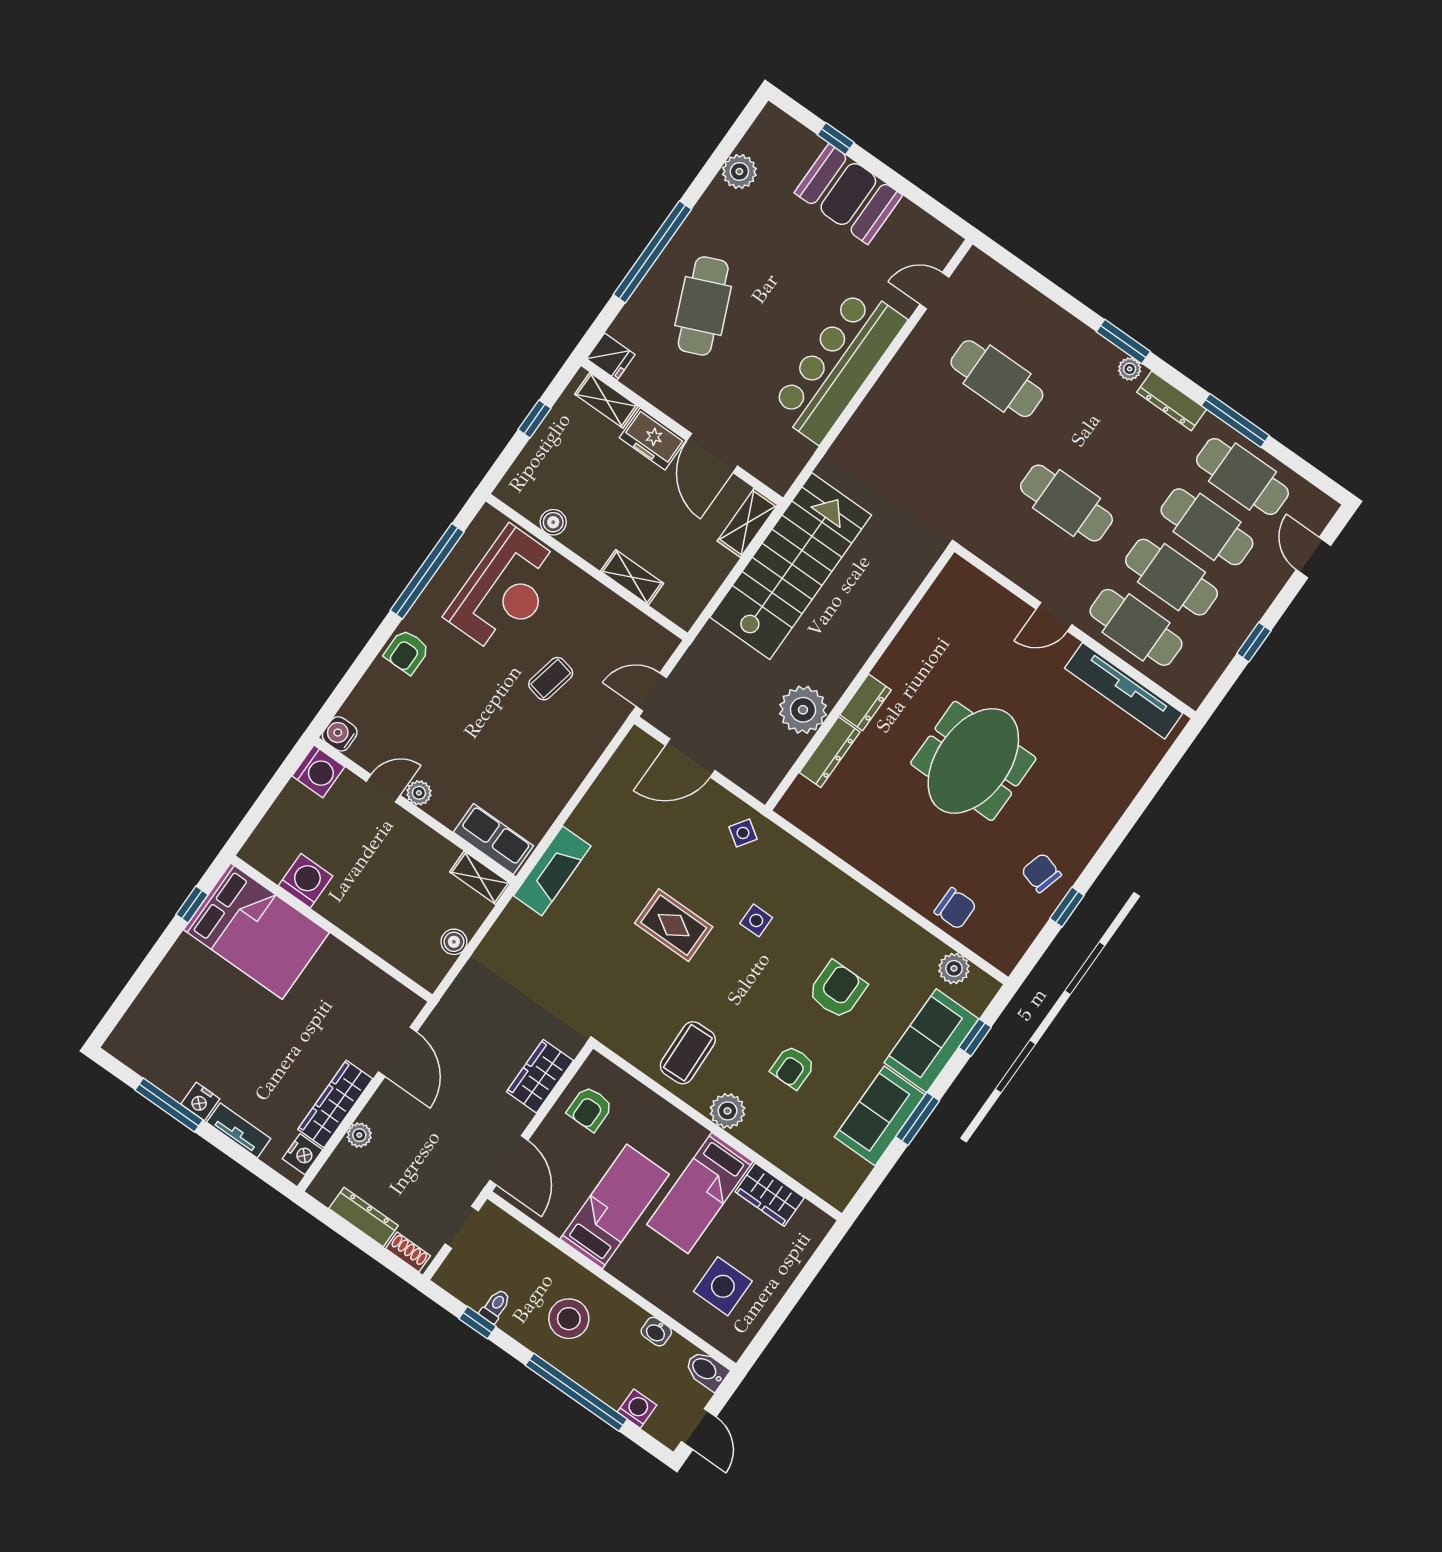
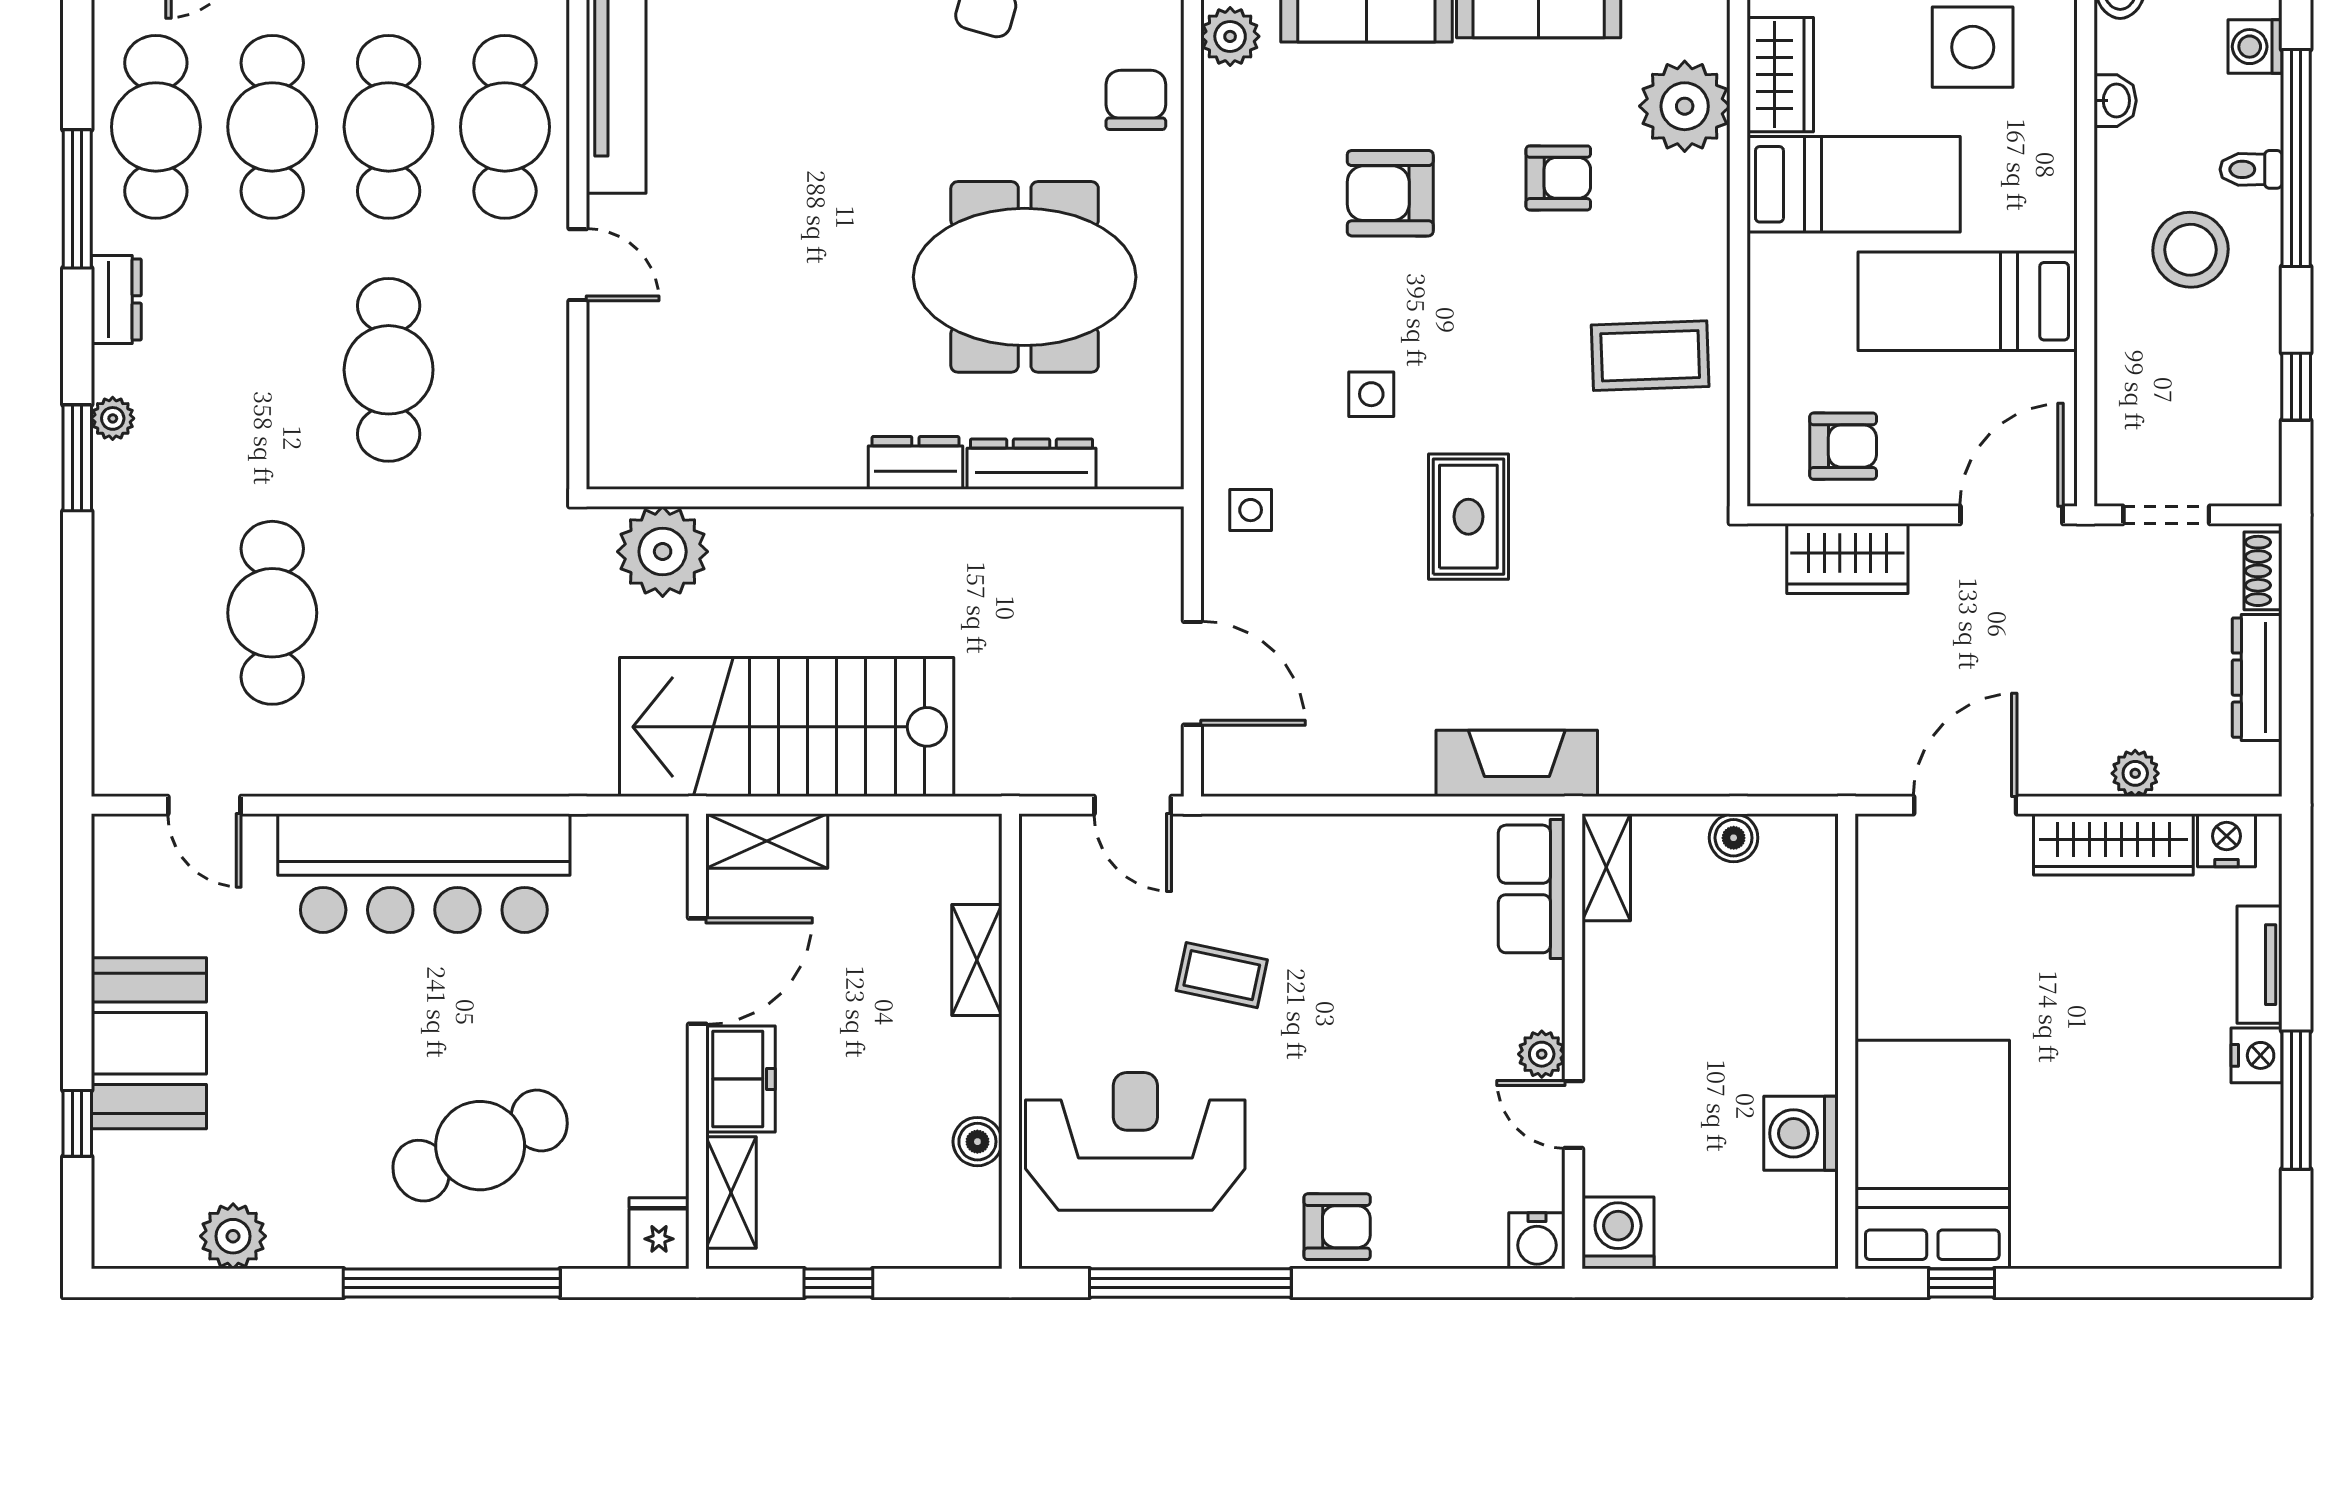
dresser: (1172, 401) -> (116, 299), width x0.70
plant: (803, 710) -> (663, 552), moved
meeting table: (973, 761) -> (1025, 277), moved
side table: (743, 833) -> (1251, 510), turned -34
plant: (728, 1111) -> (1685, 106), moved, width x1.36, depth x1.36
toilet: (495, 1306) -> (2251, 169), moved

